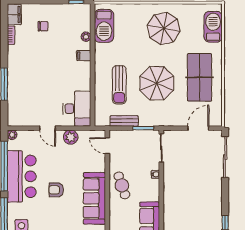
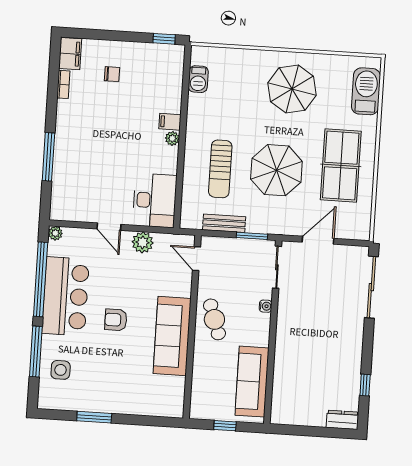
barbecue: (104, 26) -> (198, 79), width x0.53, depth x0.65
plant: (86, 37) -> (172, 138), moved
door: (198, 128) -> (318, 240), moved

